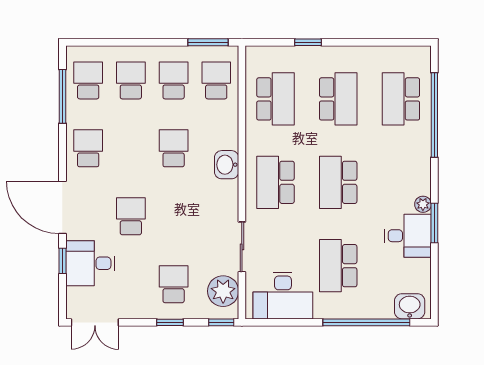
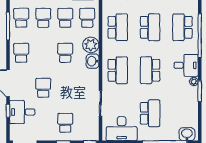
school desk: (275, 182) -> (118, 70), turned 180
desk: (408, 236) -> (186, 65), moved
school desk: (338, 266) -> (150, 113), turned 180
plant: (223, 291) -> (91, 45), moved

